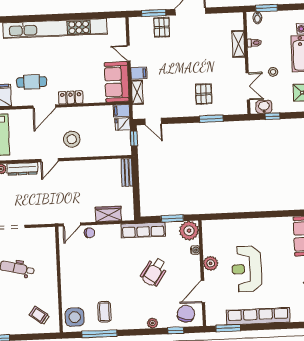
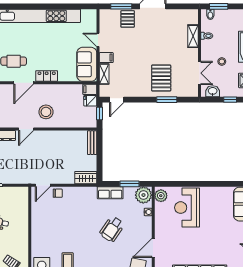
pallet: (204, 94) -> (161, 78), width x1.50, depth x1.42
window: (272, 116) -> (230, 100), moved
door: (153, 121) -> (117, 100), hinge flipped
wardrobe: (108, 214) -> (86, 178), moved
row of seats: (143, 230) -> (110, 193), width x0.68
plant: (211, 263) -> (161, 196), moved
reception desk: (247, 269) -> (187, 208), moved

